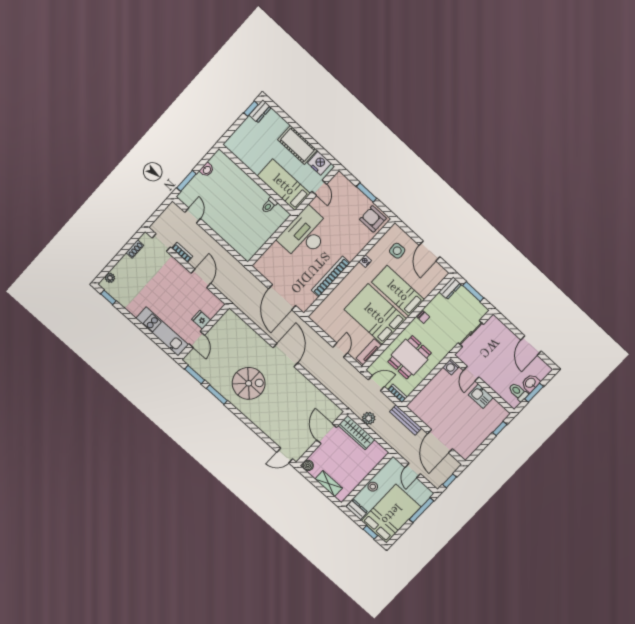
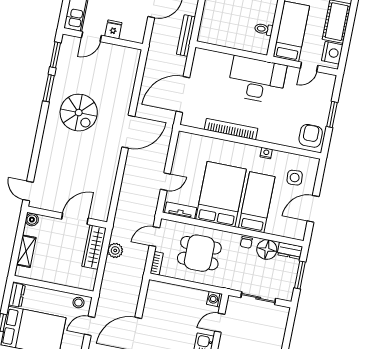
floor lamp: (438, 305) -> (267, 250), added
door: (376, 383) -> (154, 237), swing flipped
bench: (406, 420) -> (186, 36), moved
stool: (373, 487) -> (78, 303), moved

